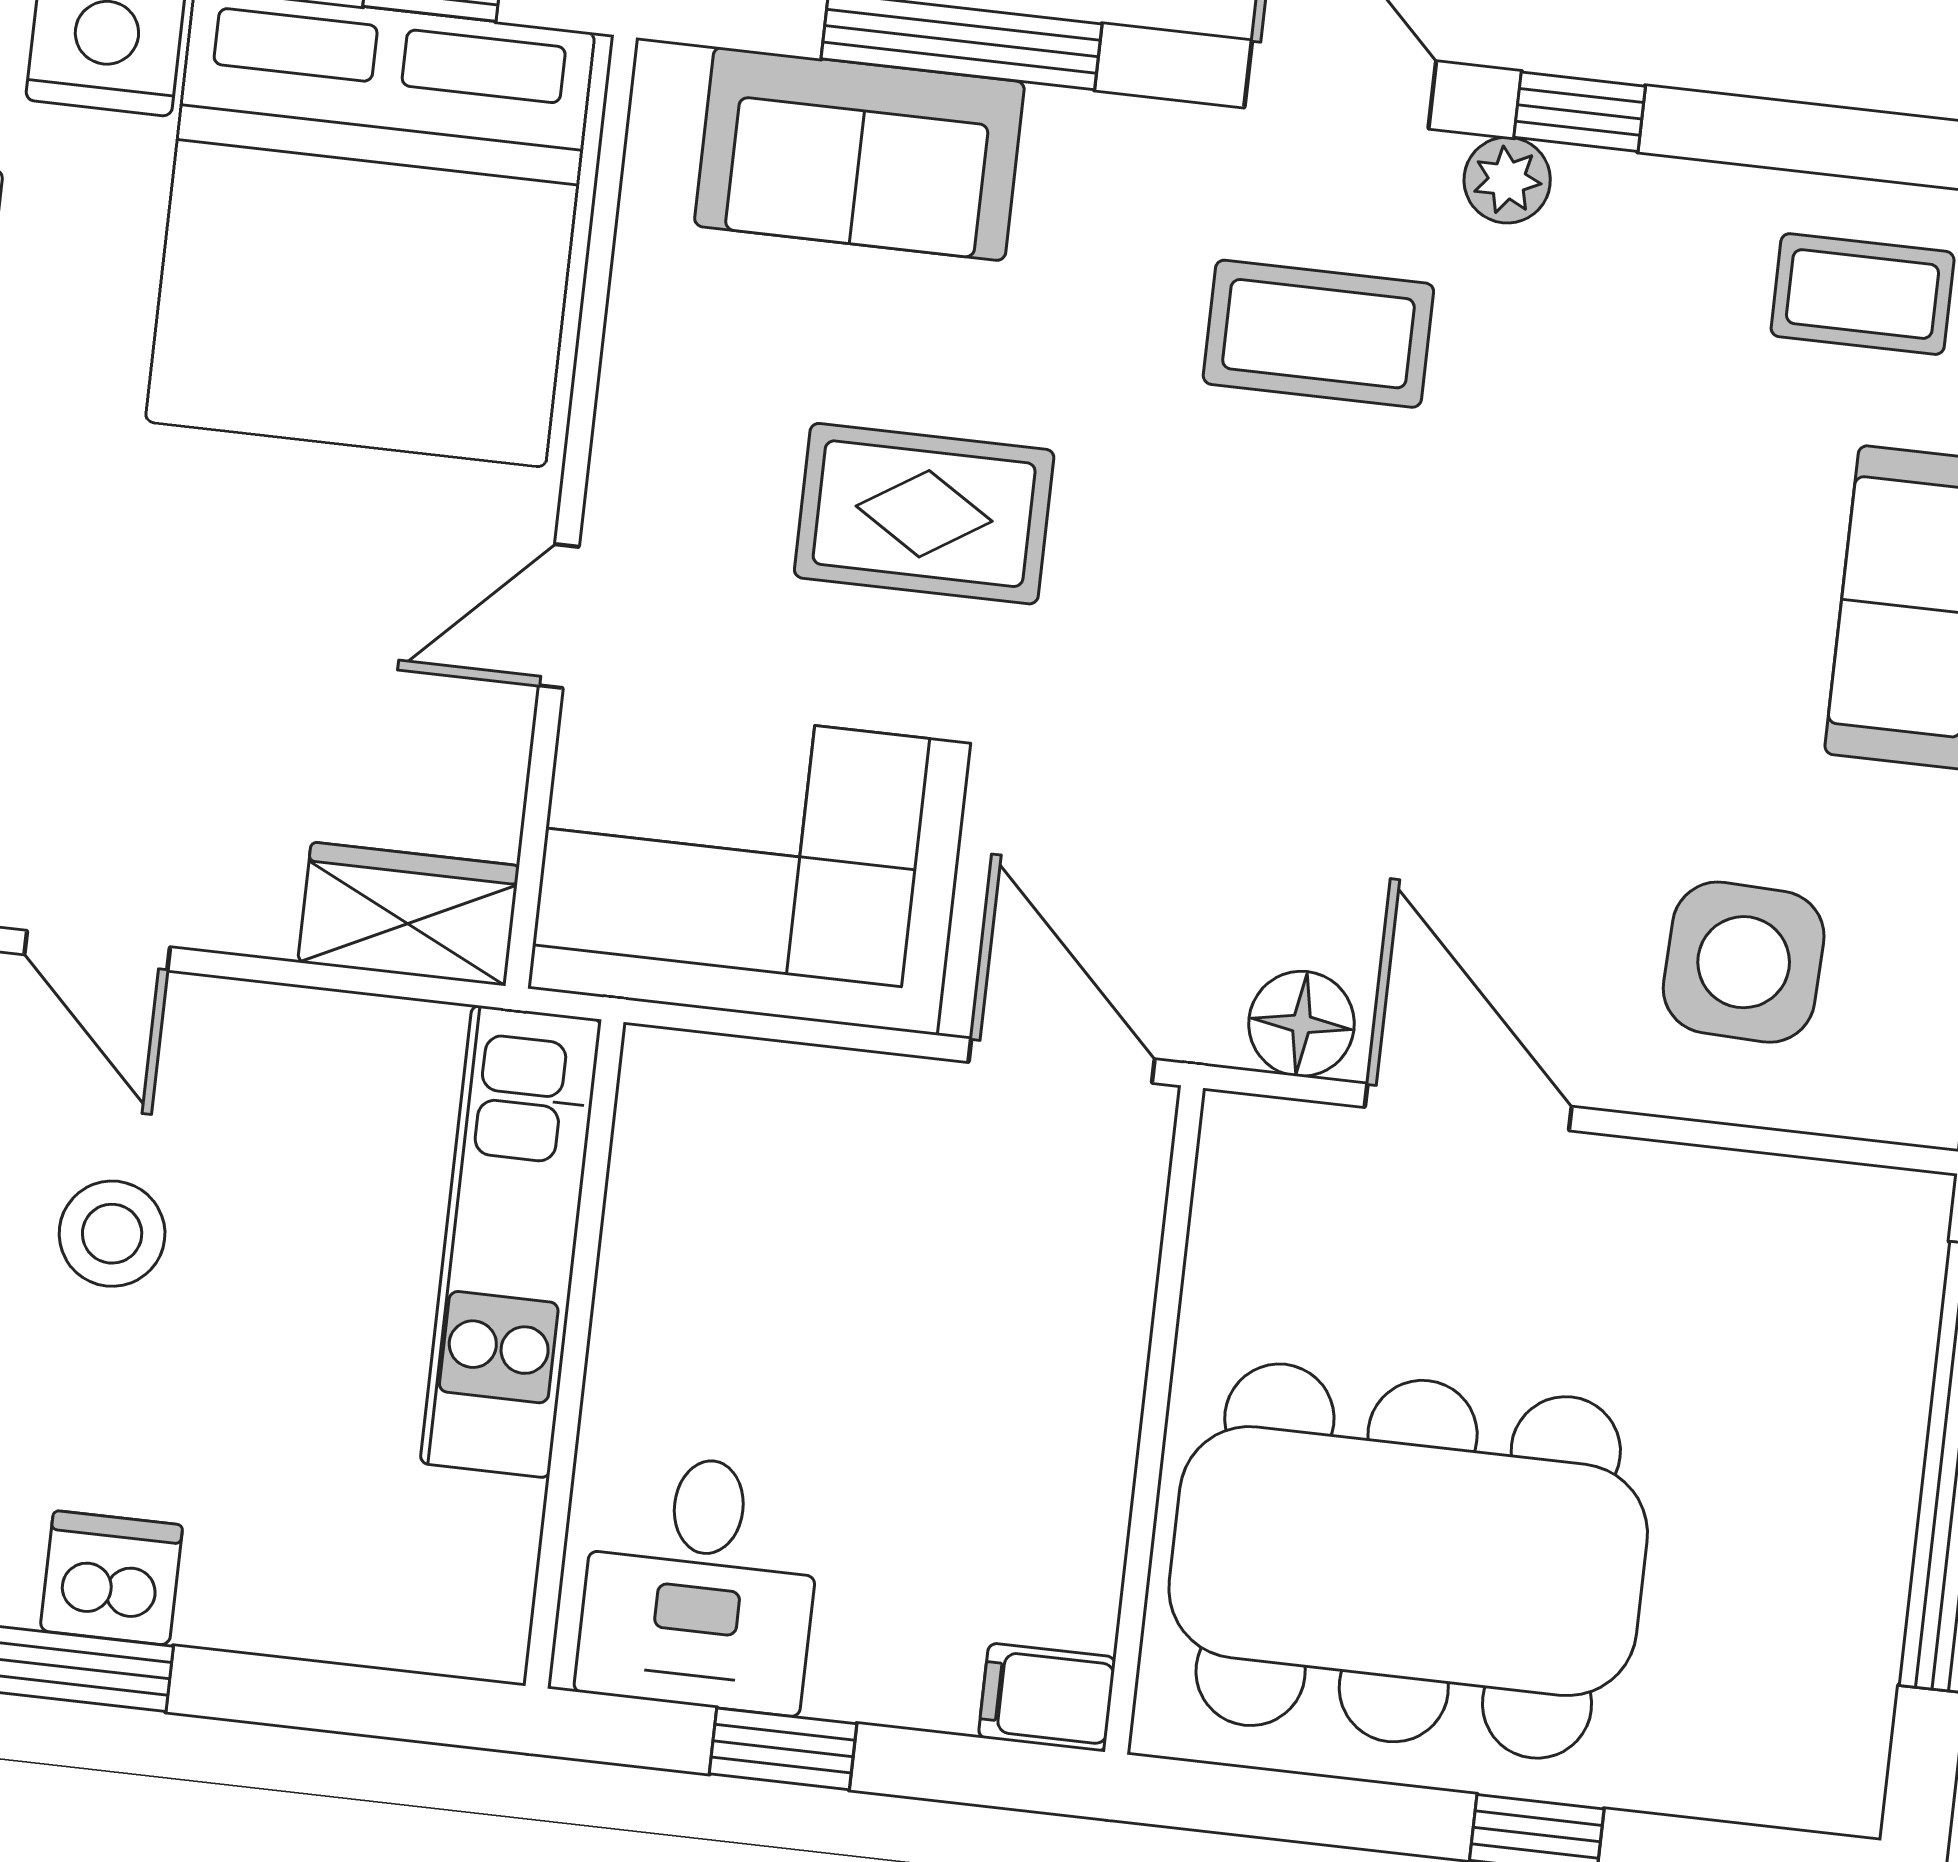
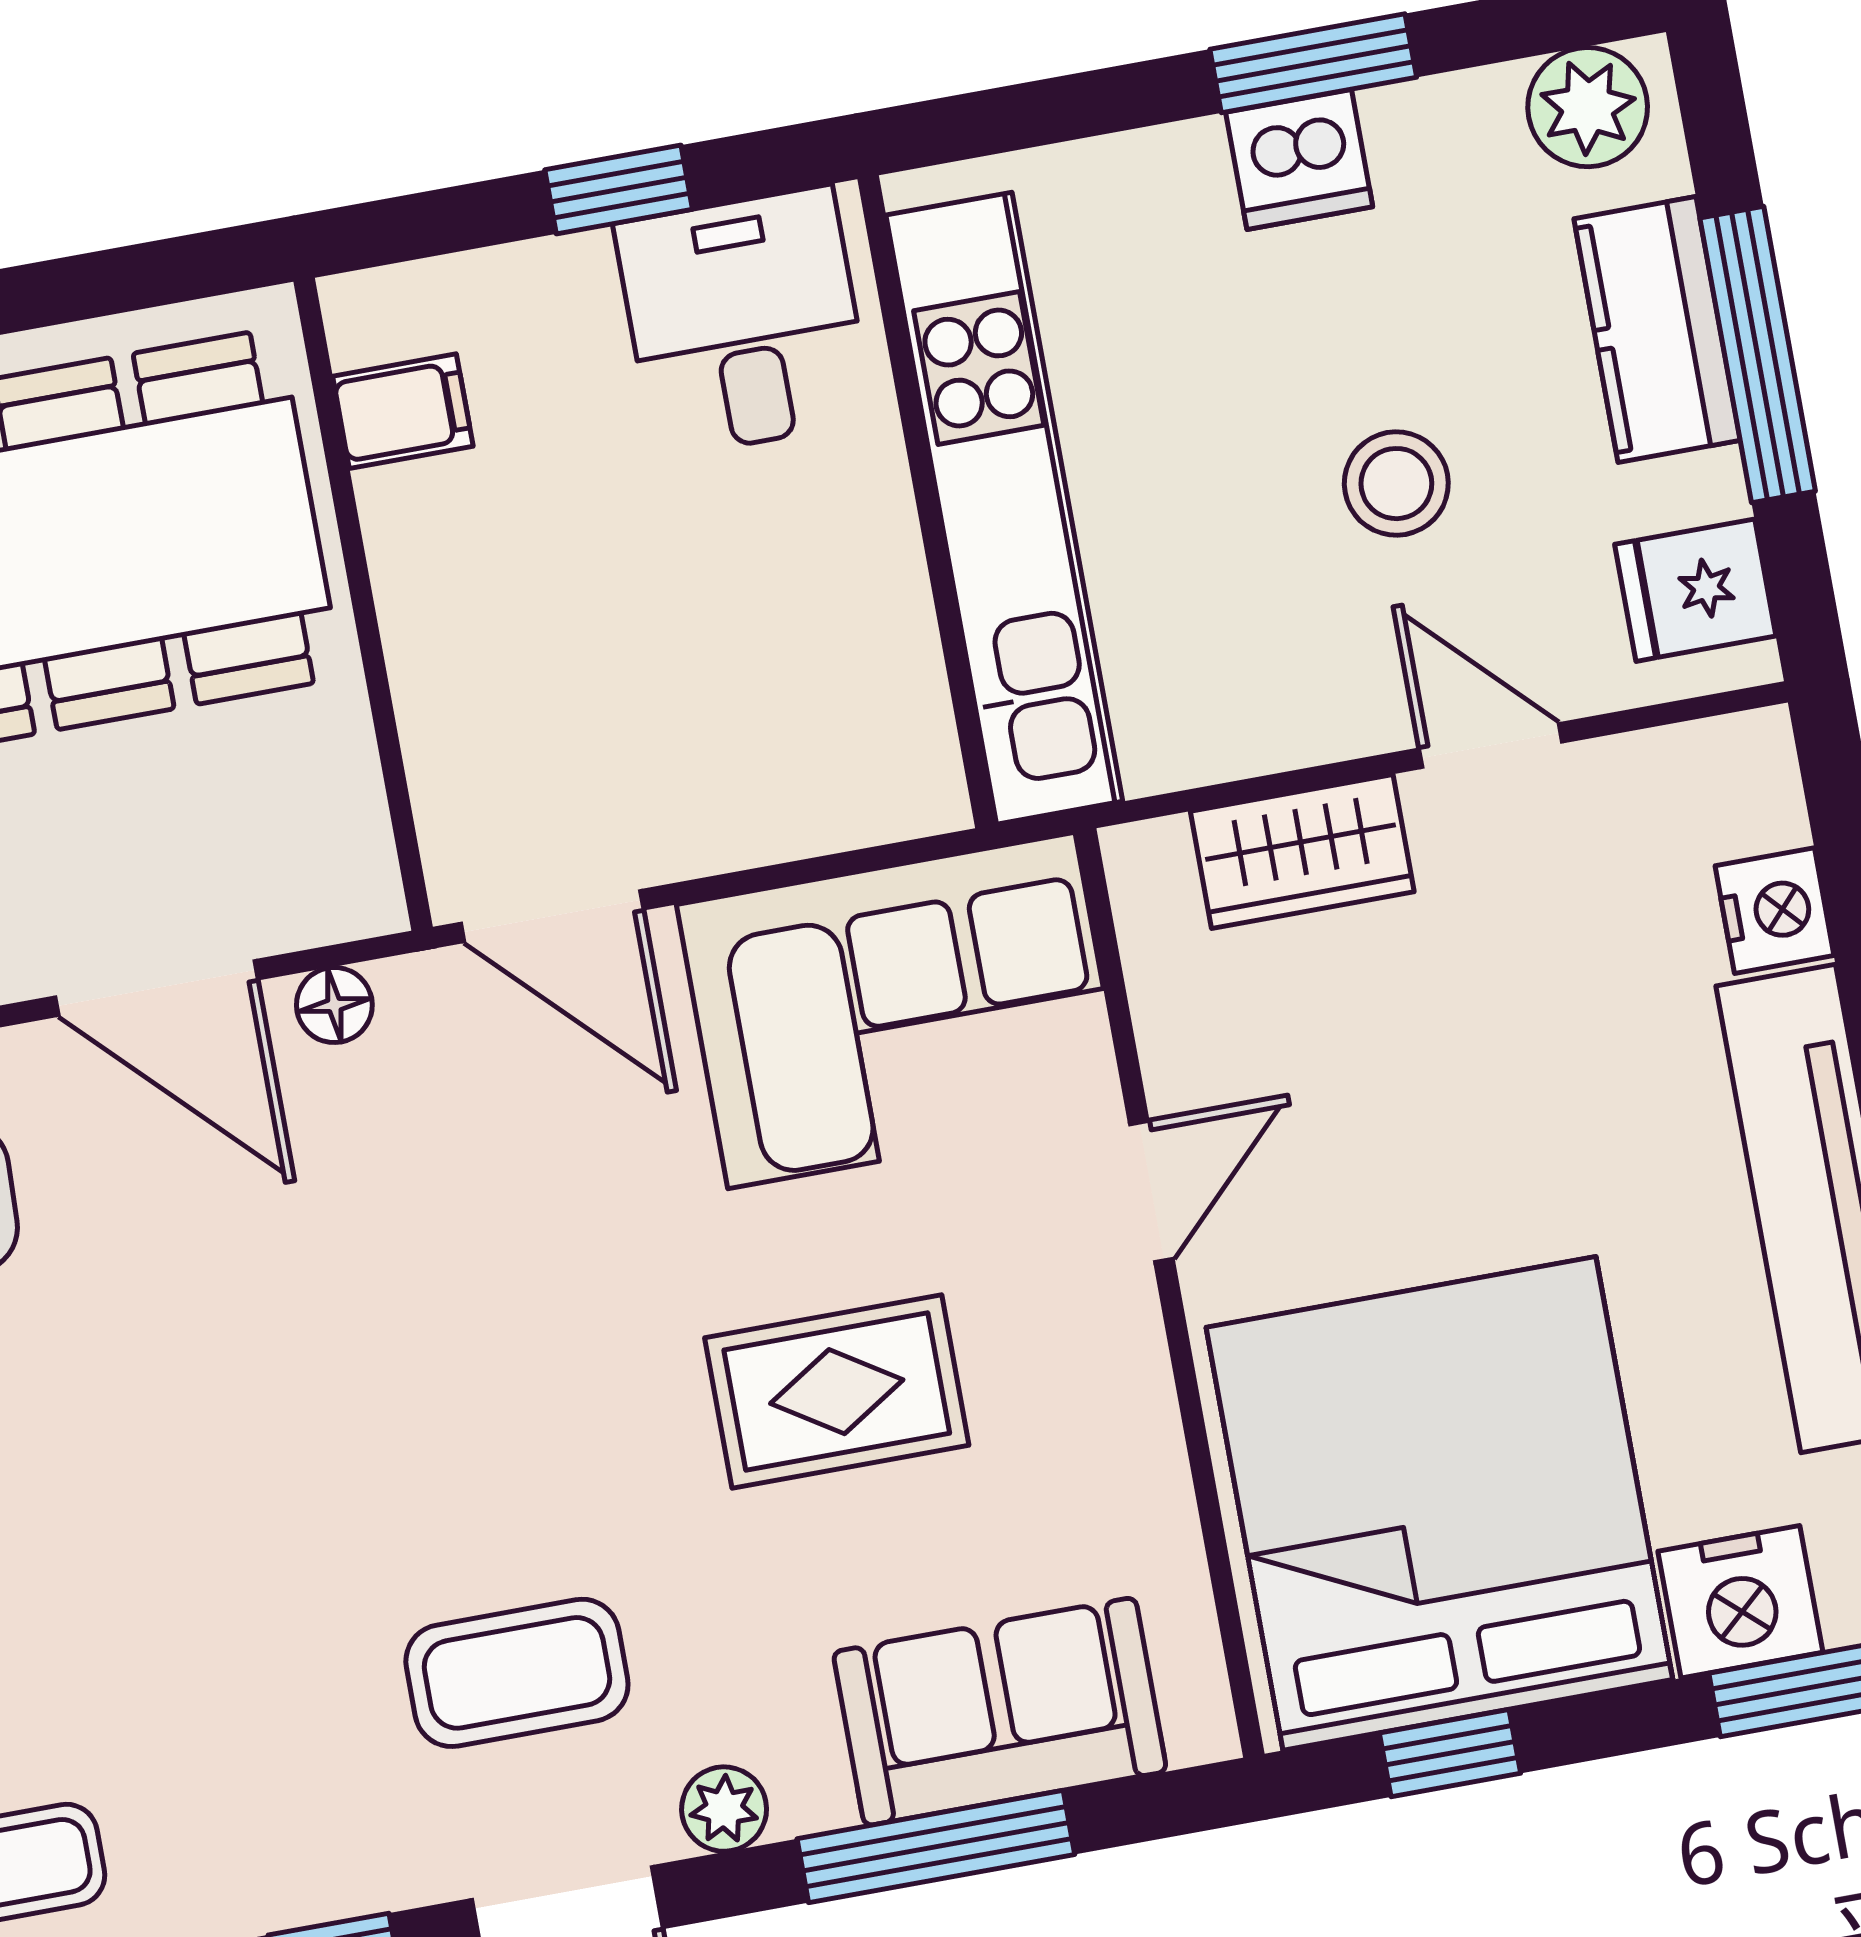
plant: (1507, 180) -> (724, 1809), moved
wardrobe: (408, 914) -> (1302, 851), moved
floor lamp: (1301, 1024) -> (334, 1005), width x0.73, depth x0.73
kitchen unit: (511, 1241) -> (1004, 508), width x1.36
filing cabinet: (1047, 1697) -> (403, 411), moved

